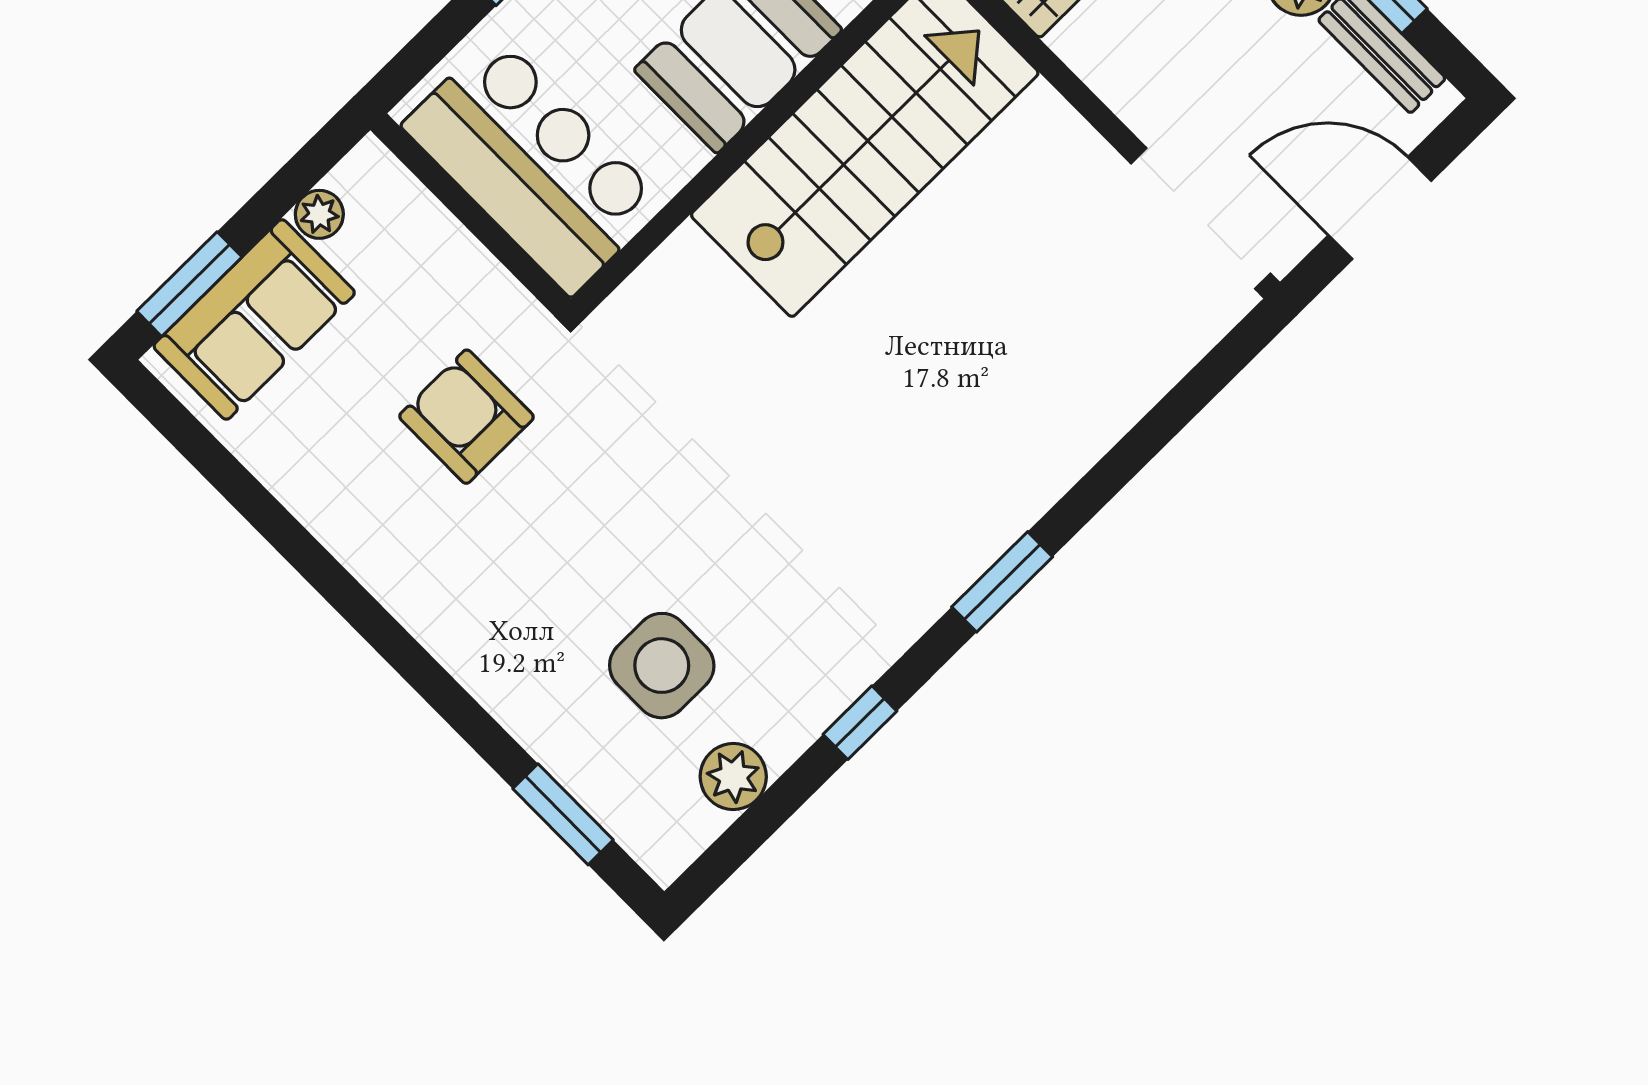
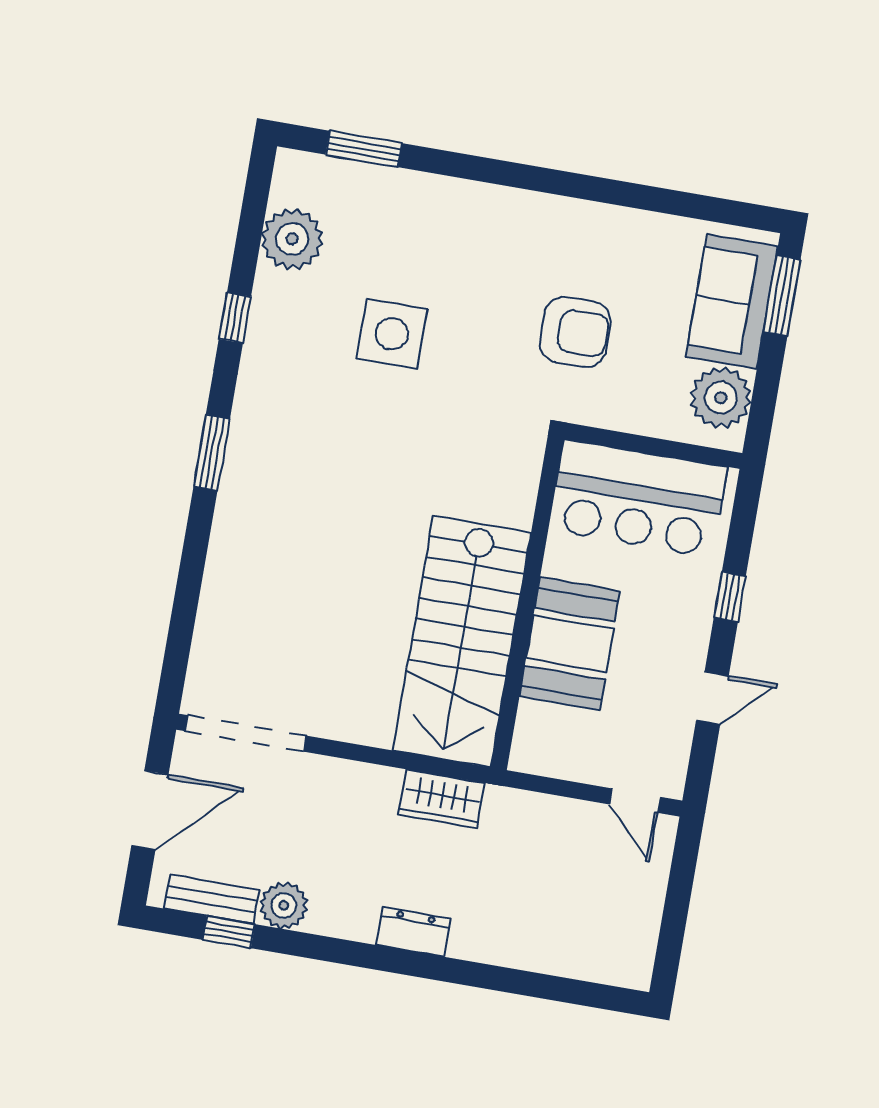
plant: (319, 214) -> (721, 398), width x1.87, depth x1.87
side table: (662, 666) -> (392, 334), moved
plant: (733, 777) -> (292, 239), width x1.36, depth x1.36

